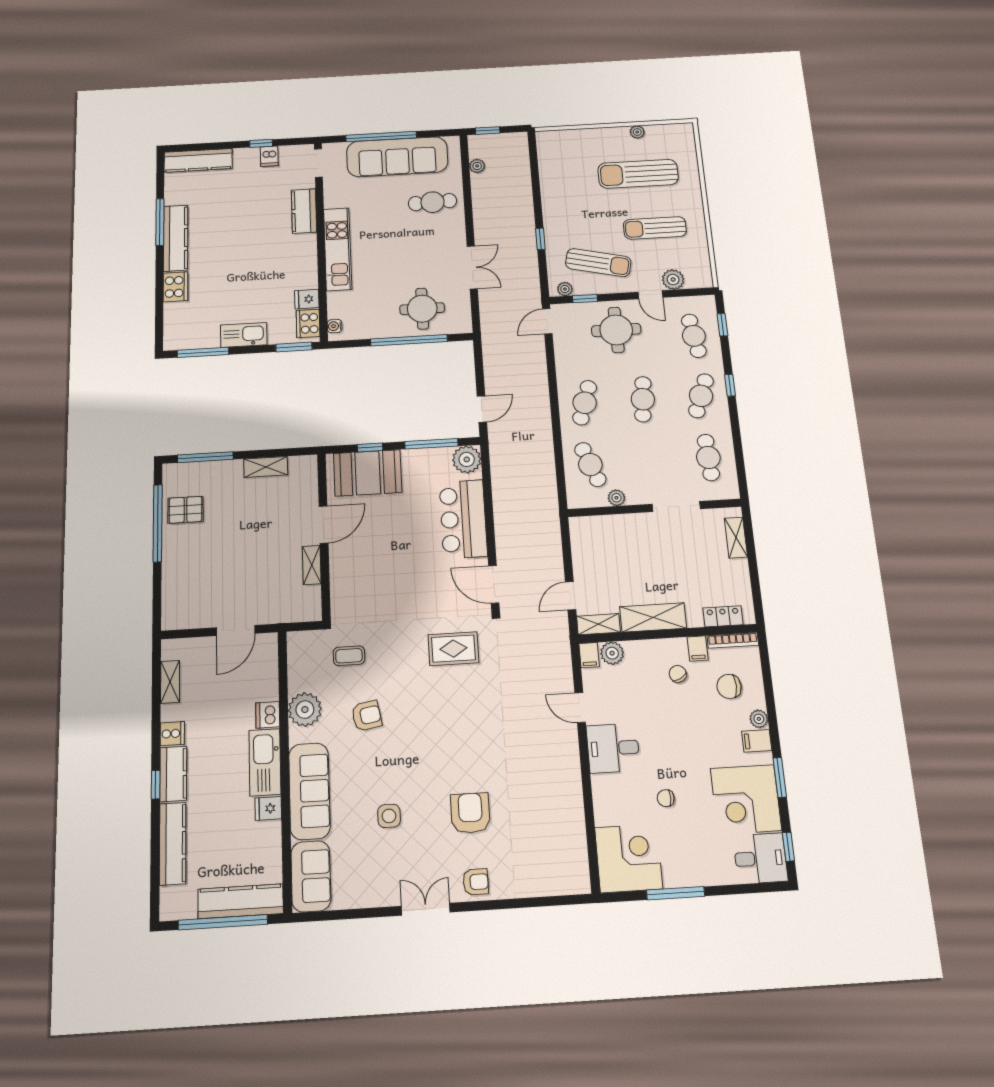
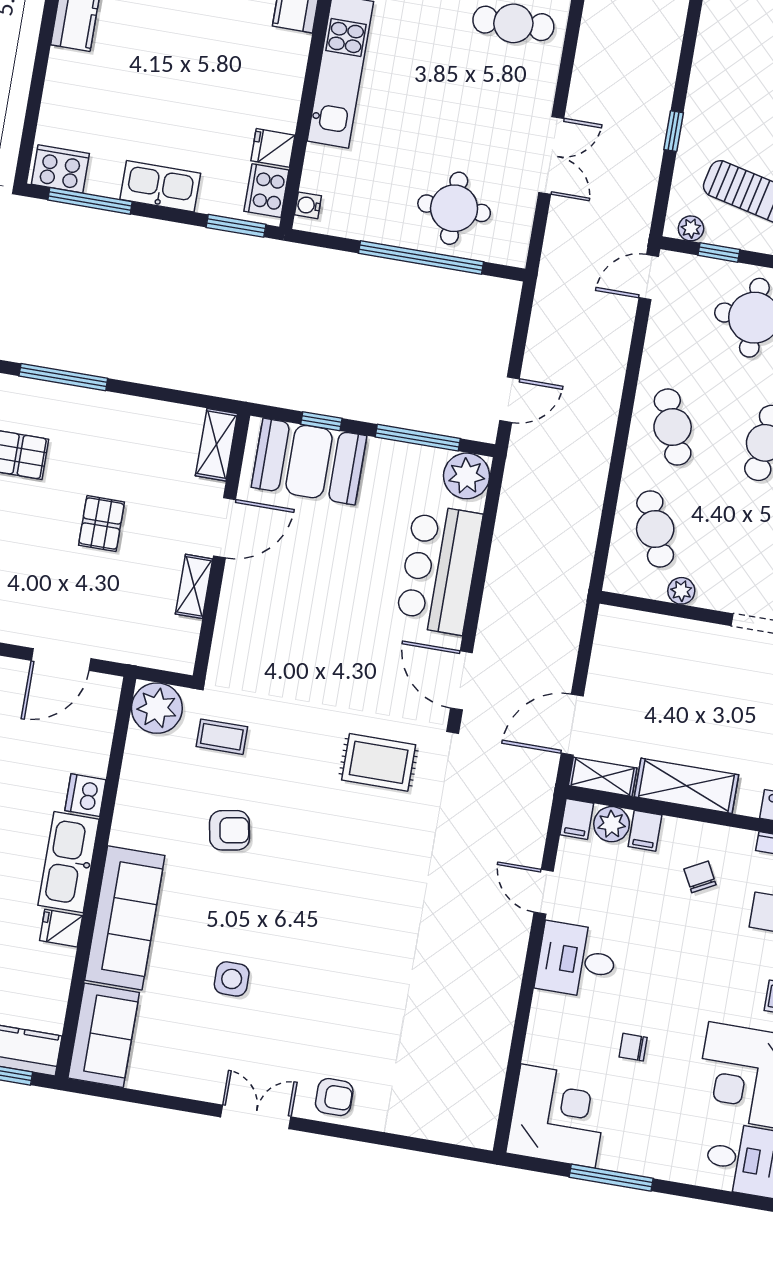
cooker: (176, 287) -> (60, 169), moved, turned -90
cafe table: (585, 403) -> (673, 427), turned -39
shelving: (266, 467) -> (216, 445), moved, turned 90
pallet: (246, 540) -> (101, 524), added
door: (571, 596) -> (572, 725), width x1.38
filing cabinet: (698, 648) -> (645, 831), moved
plant: (305, 710) -> (157, 708), moved
armchair: (470, 813) -> (349, 1002), removed

